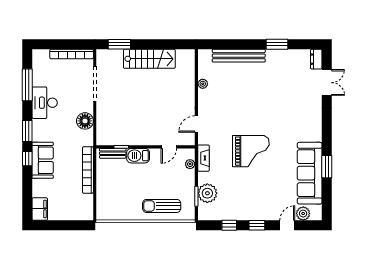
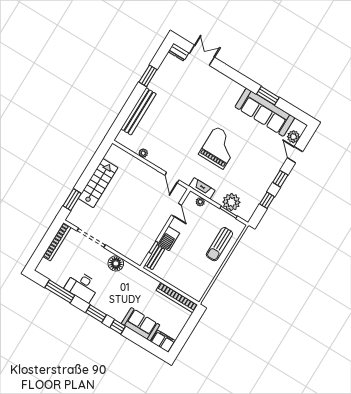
sofa: (43, 160) -> (141, 324), moved
bookcase: (88, 170) -> (177, 298), moved

